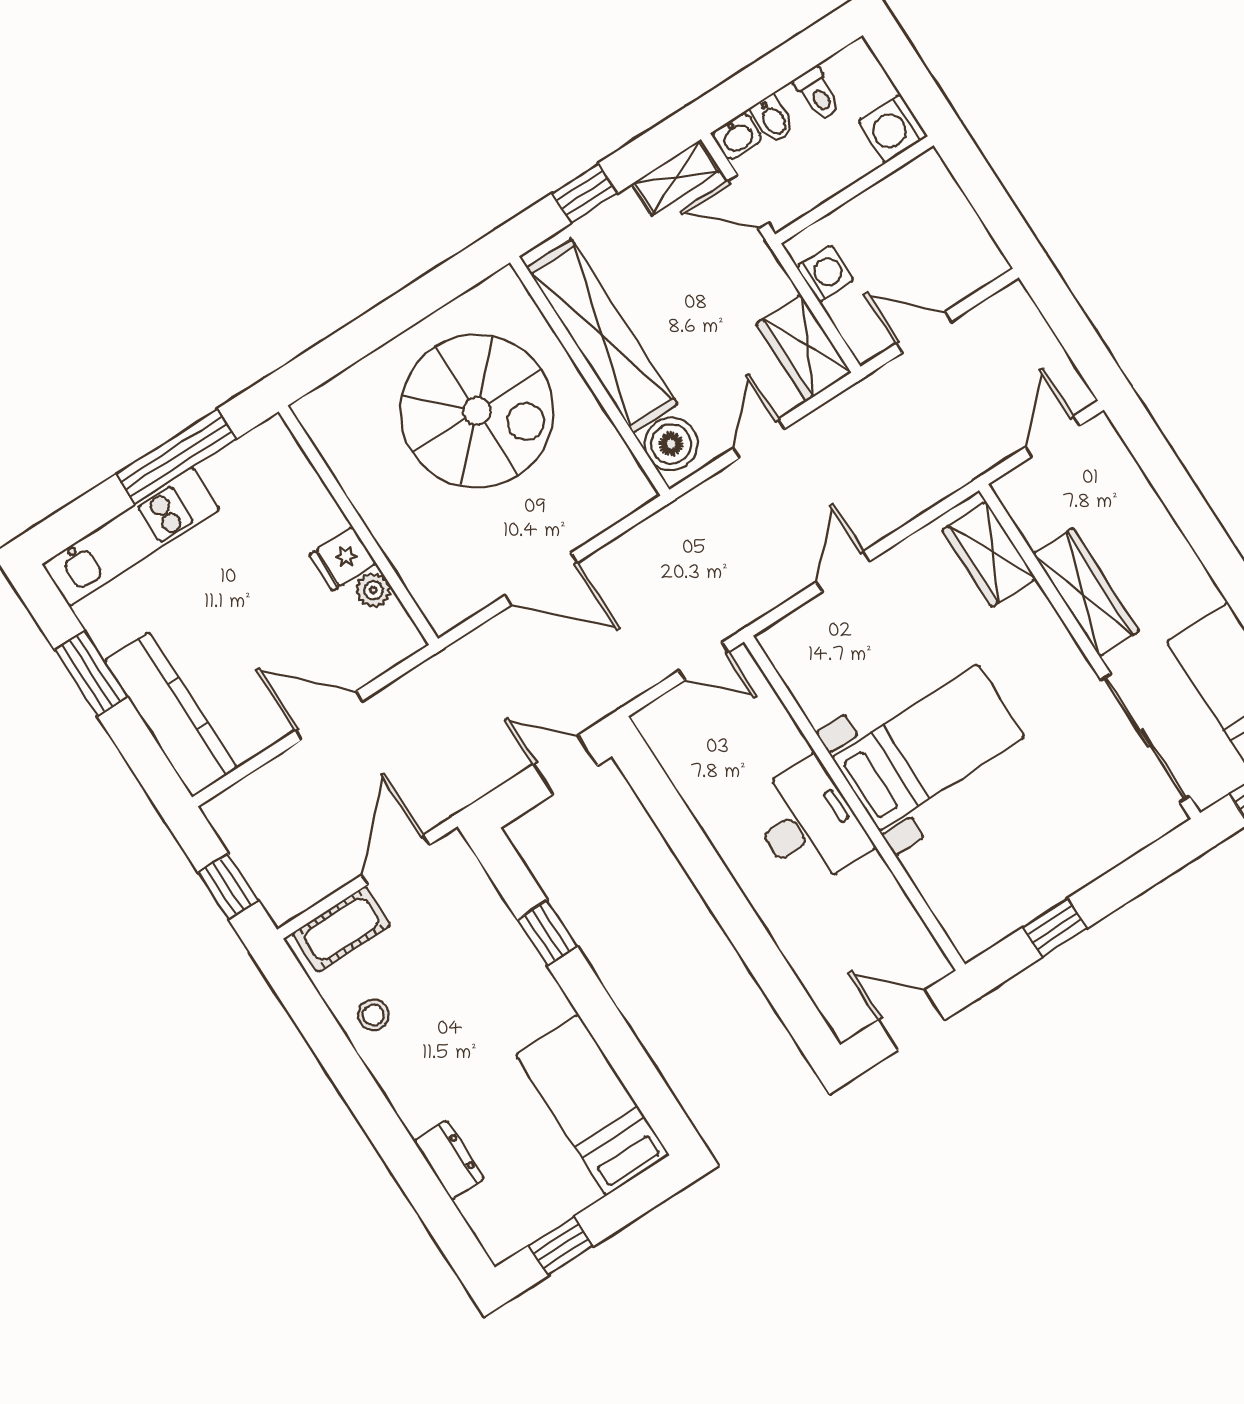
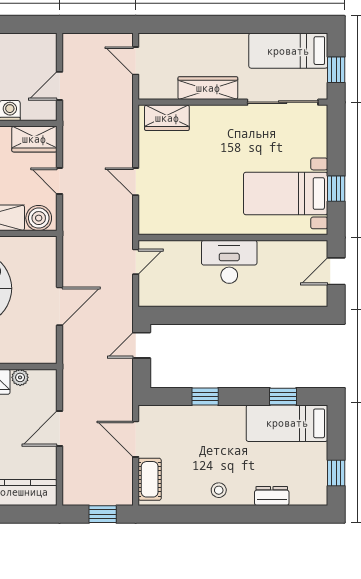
bed with nightstands: (928, 747) -> (286, 193), moved, turned -90
stool: (373, 1015) -> (219, 490), moved
window: (634, 1068) -> (283, 397), added

